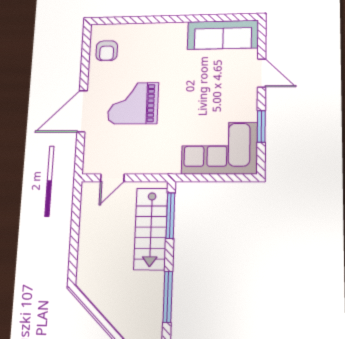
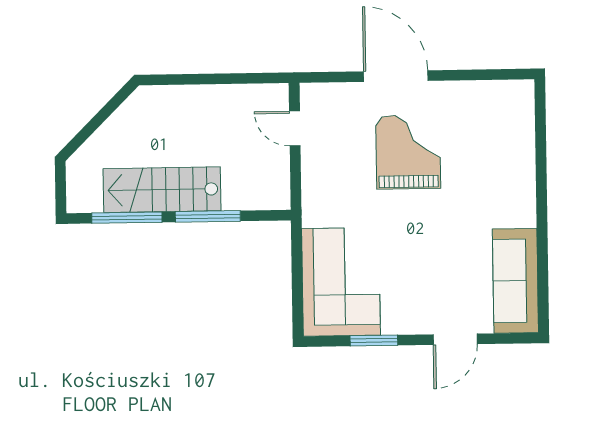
armchair: (107, 51) -> (491, 107), removed
window: (170, 216) -> (208, 216), moved
stairs: (151, 229) -> (162, 190), moved

